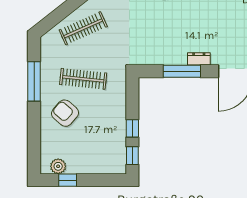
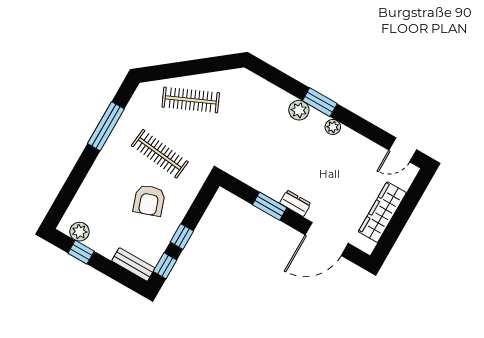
window: (182, 71) -> (270, 206), width x0.69
armchair: (65, 113) -> (149, 200), moved, turned -150
bench: (109, 168) -> (133, 264), added

